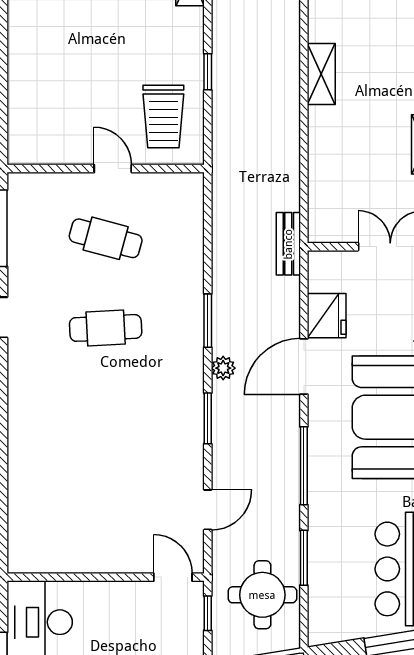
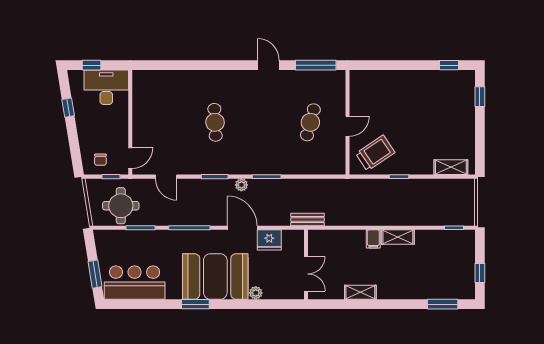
trolley: (163, 116) -> (375, 153), turned 146
filing cabinet: (325, 120) -> (373, 239), added
cafe table: (106, 328) -> (215, 122), moved
chair: (176, 633) -> (100, 160), added

